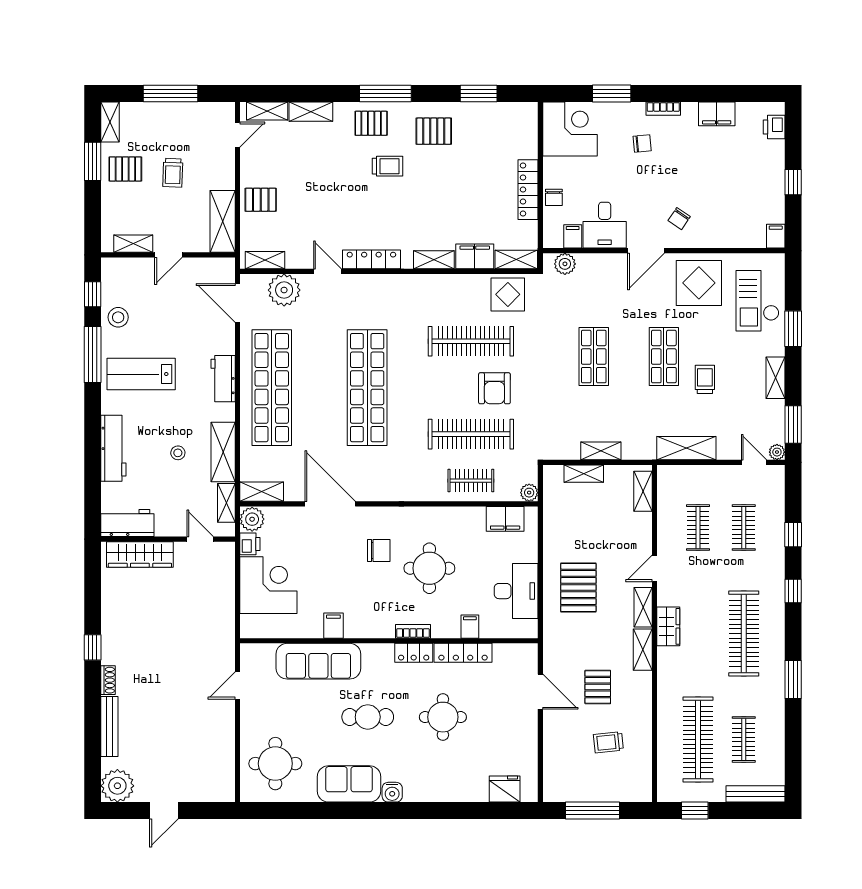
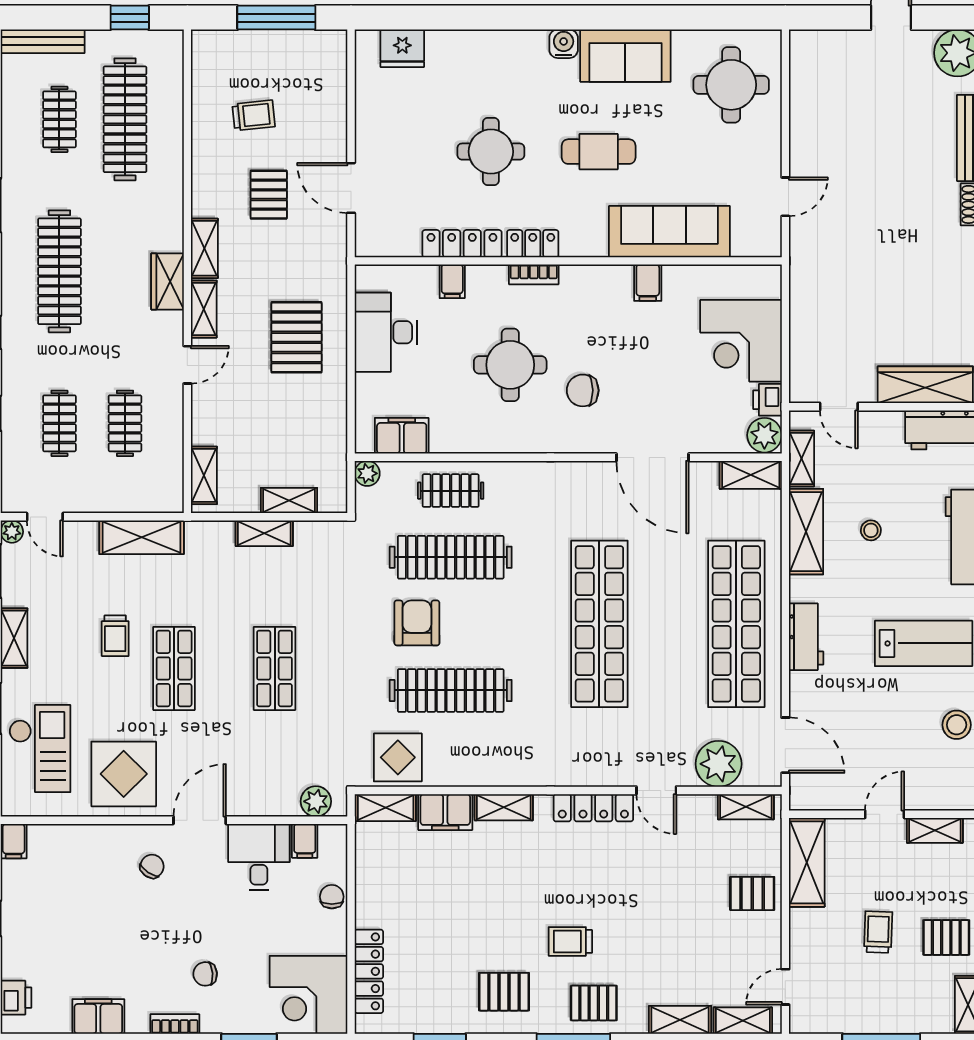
locker: (528, 190) -> (369, 971), moved

